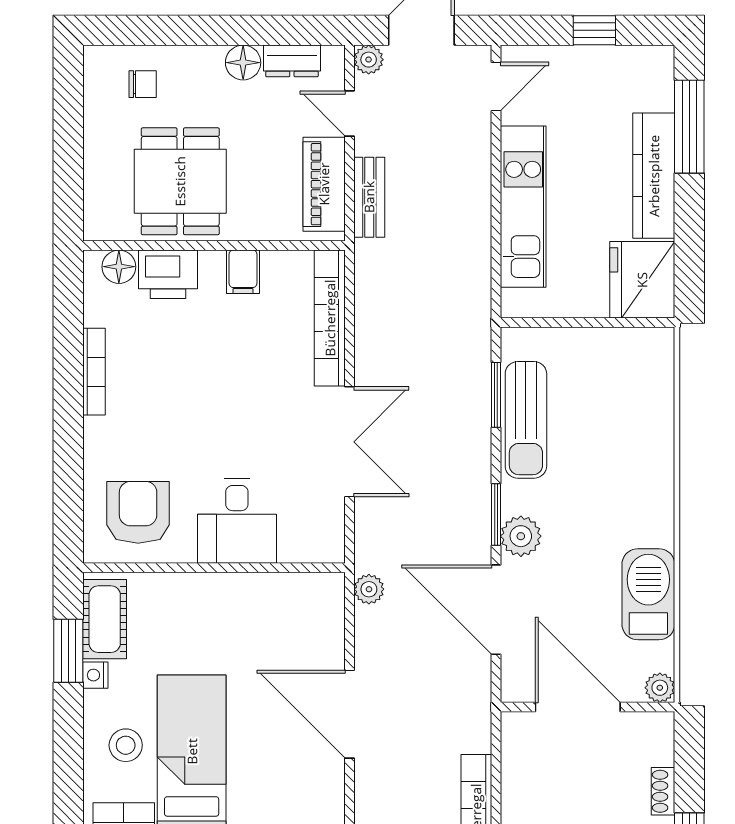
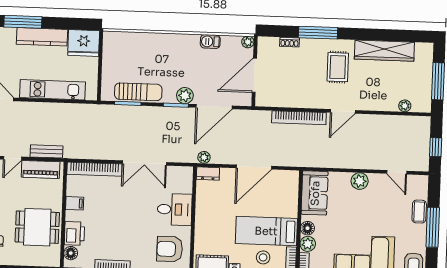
double door: (350, 442) -> (144, 163), swing flipped
barbecue: (648, 594) -> (210, 42), width x0.53, depth x0.65
dresser: (329, 600) -> (208, 173), added

